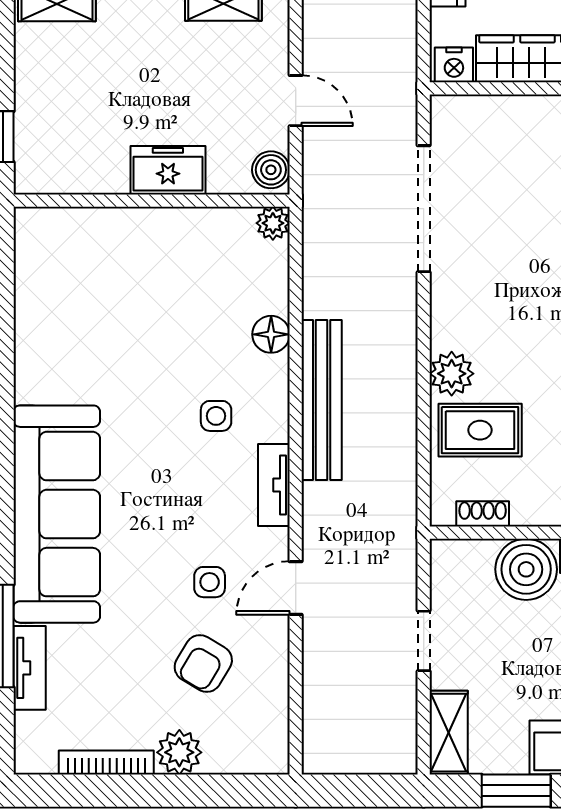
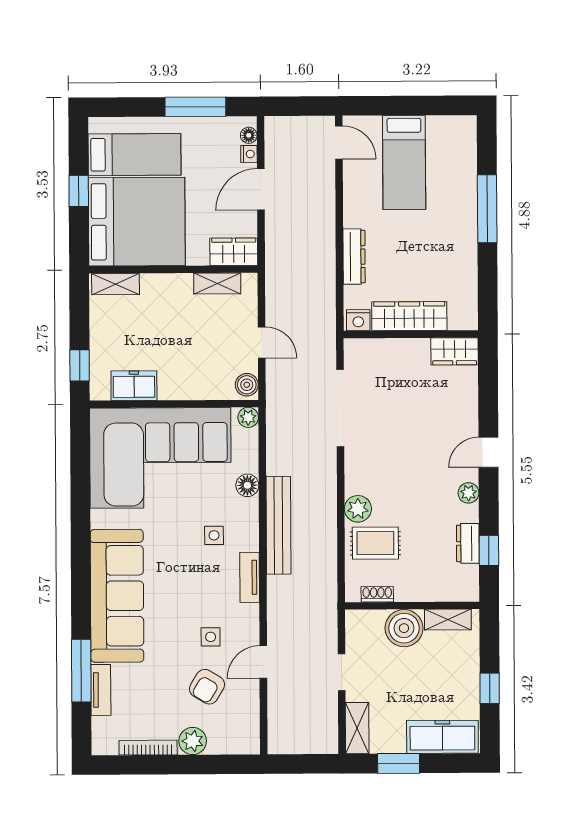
freezer: (168, 170) -> (134, 386), moved
corner sofa: (129, 289) -> (160, 458), added
door: (296, 588) -> (263, 662), moved

